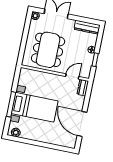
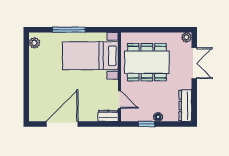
bed with nightstands: (35, 107) -> (90, 56), moved, turned 90

